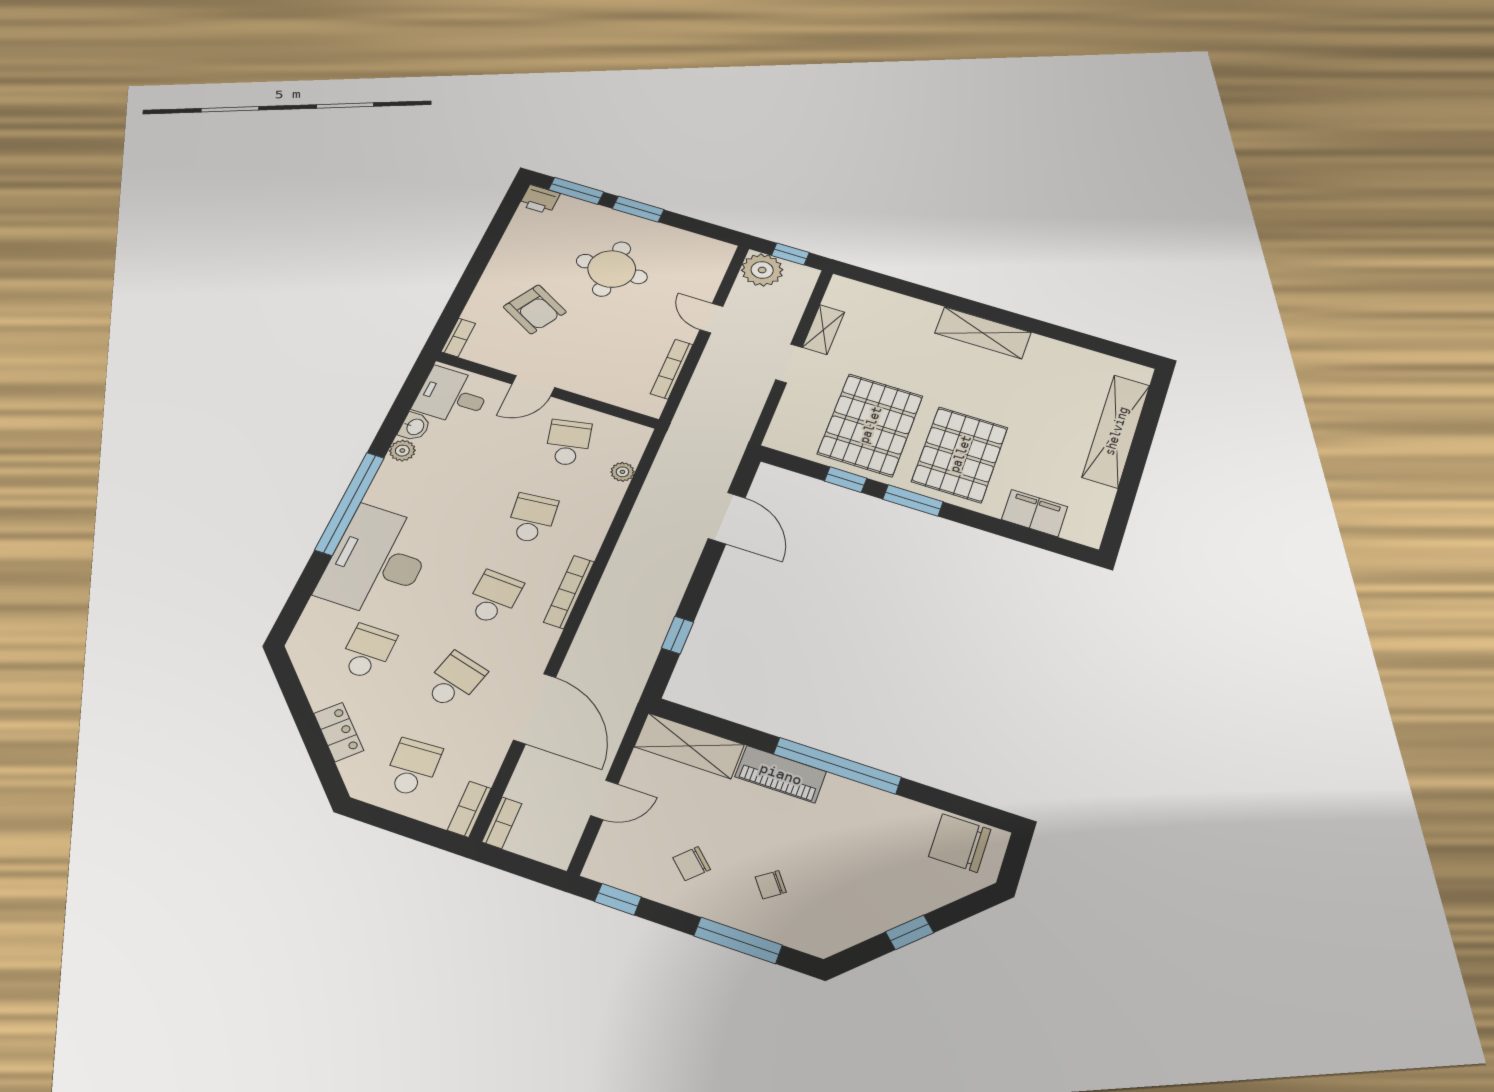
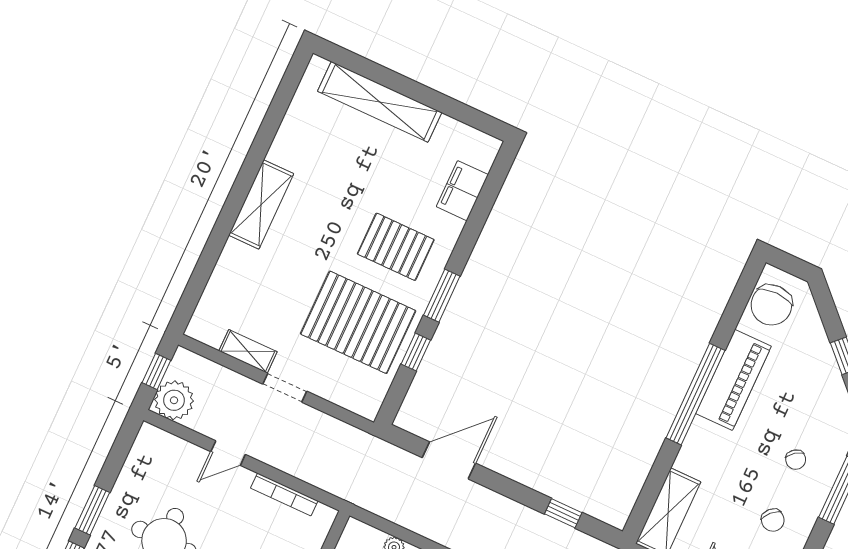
pallet: (960, 454) -> (396, 247), width x0.73, depth x0.71
piano: (781, 774) -> (733, 380), moved, width x1.37, depth x1.33

